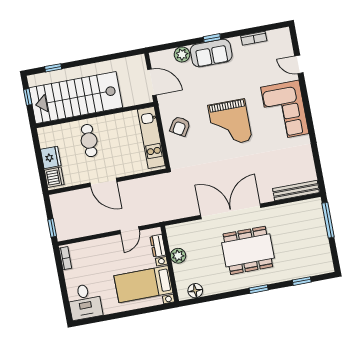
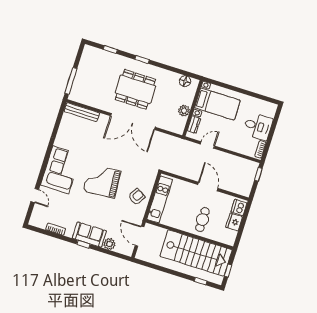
grand piano: (230, 123) -> (102, 181), turned -94
desk: (85, 302) -> (258, 126), moved, turned 90

